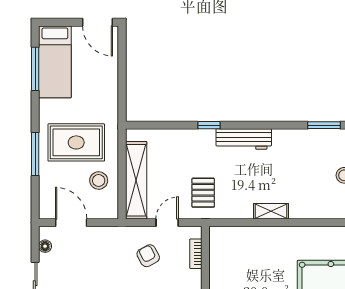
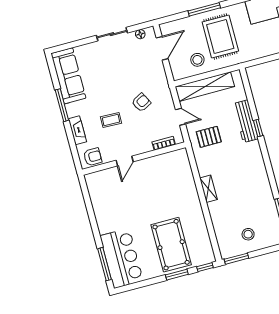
workbench: (244, 139) -> (246, 121), moved
armchair: (148, 256) -> (141, 102), moved

